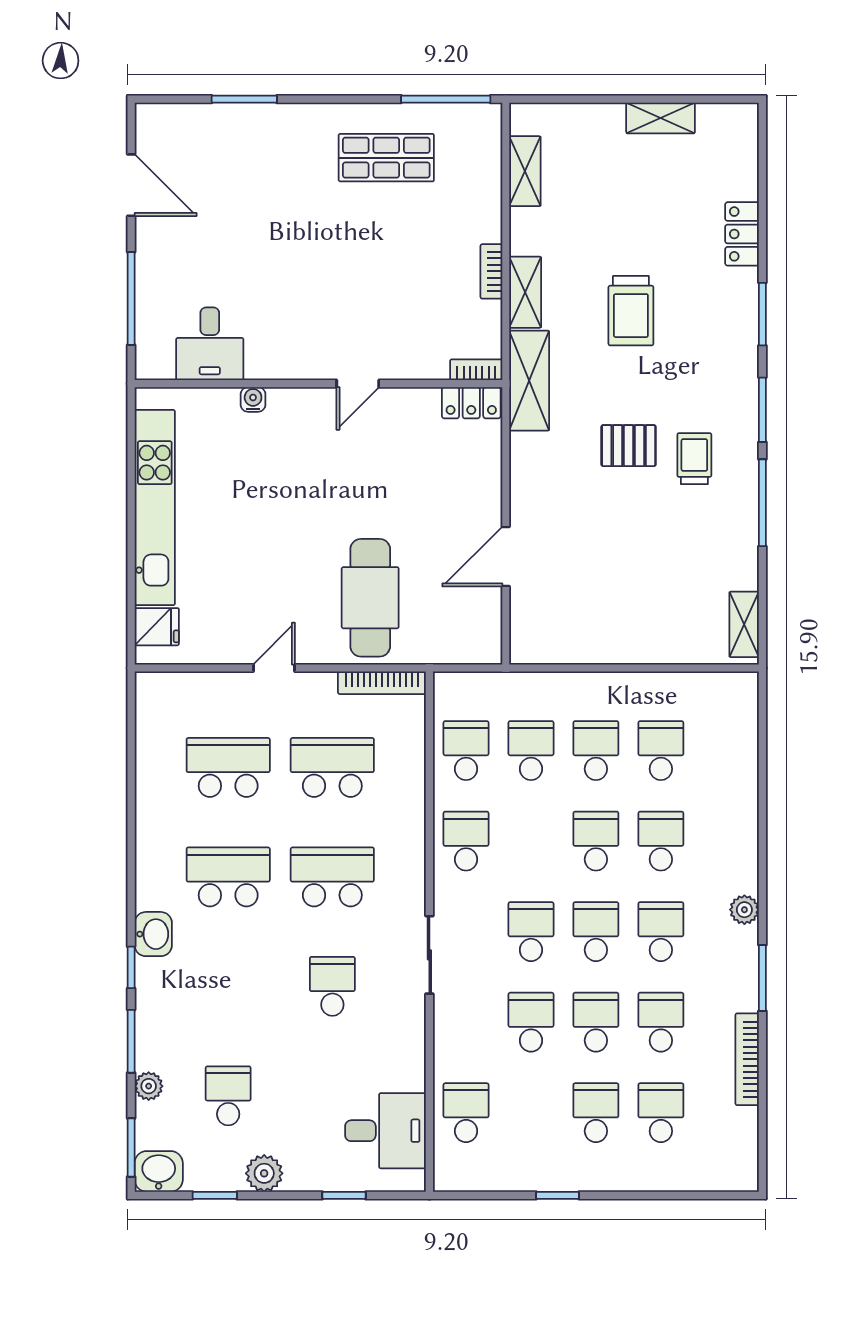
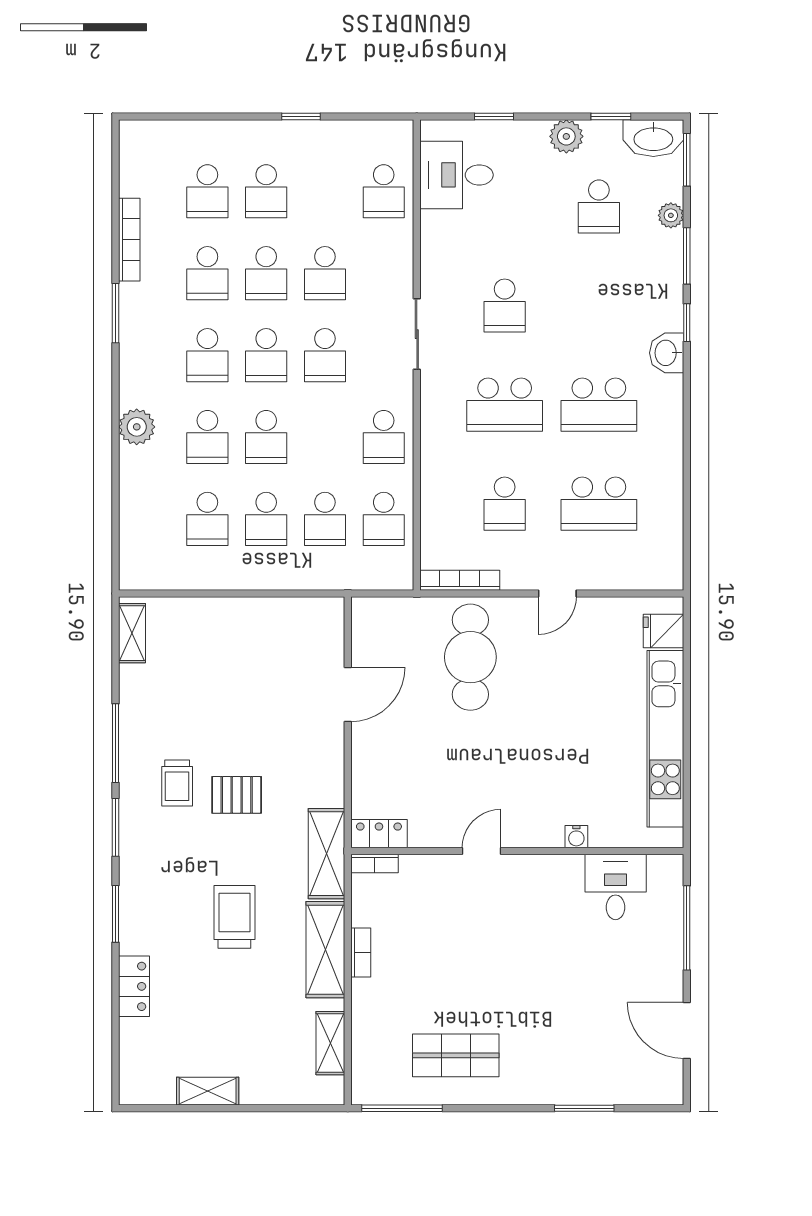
shelving: (525, 292) -> (325, 950), width x1.50, depth x1.33
school desk: (332, 767) -> (505, 504), width x0.54
plant: (744, 910) -> (137, 427), moved, width x1.38, depth x1.38
washbasin: (159, 1171) -> (653, 138), width x1.38

